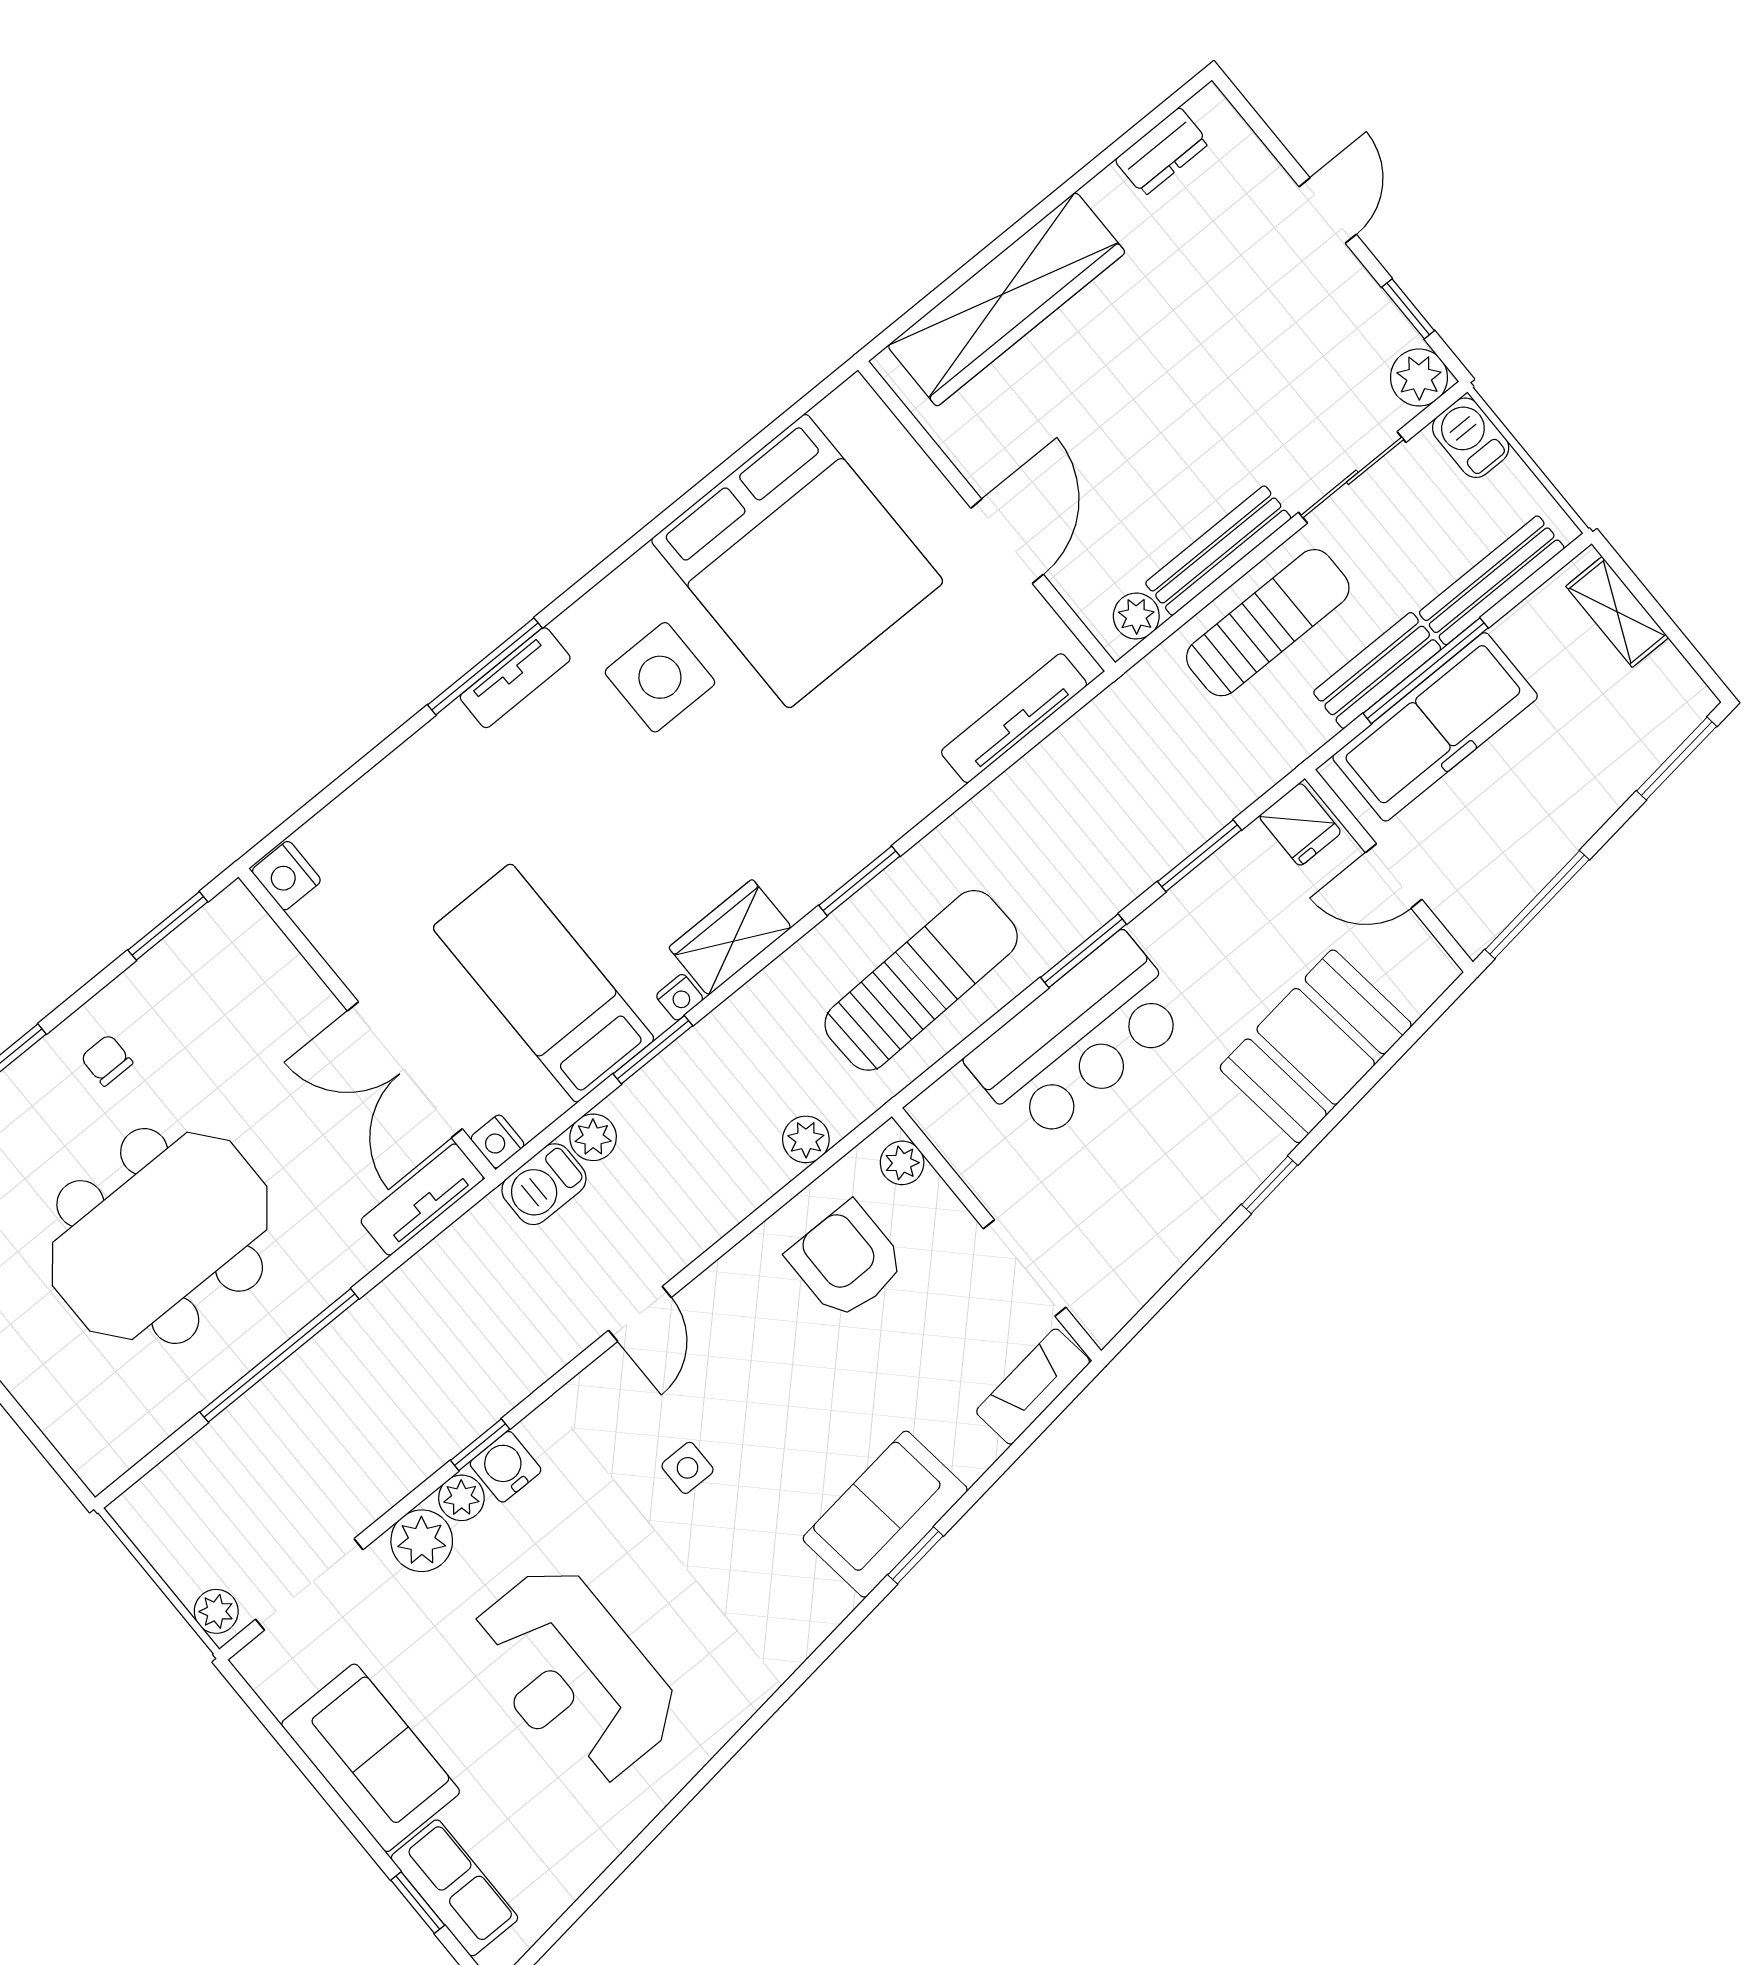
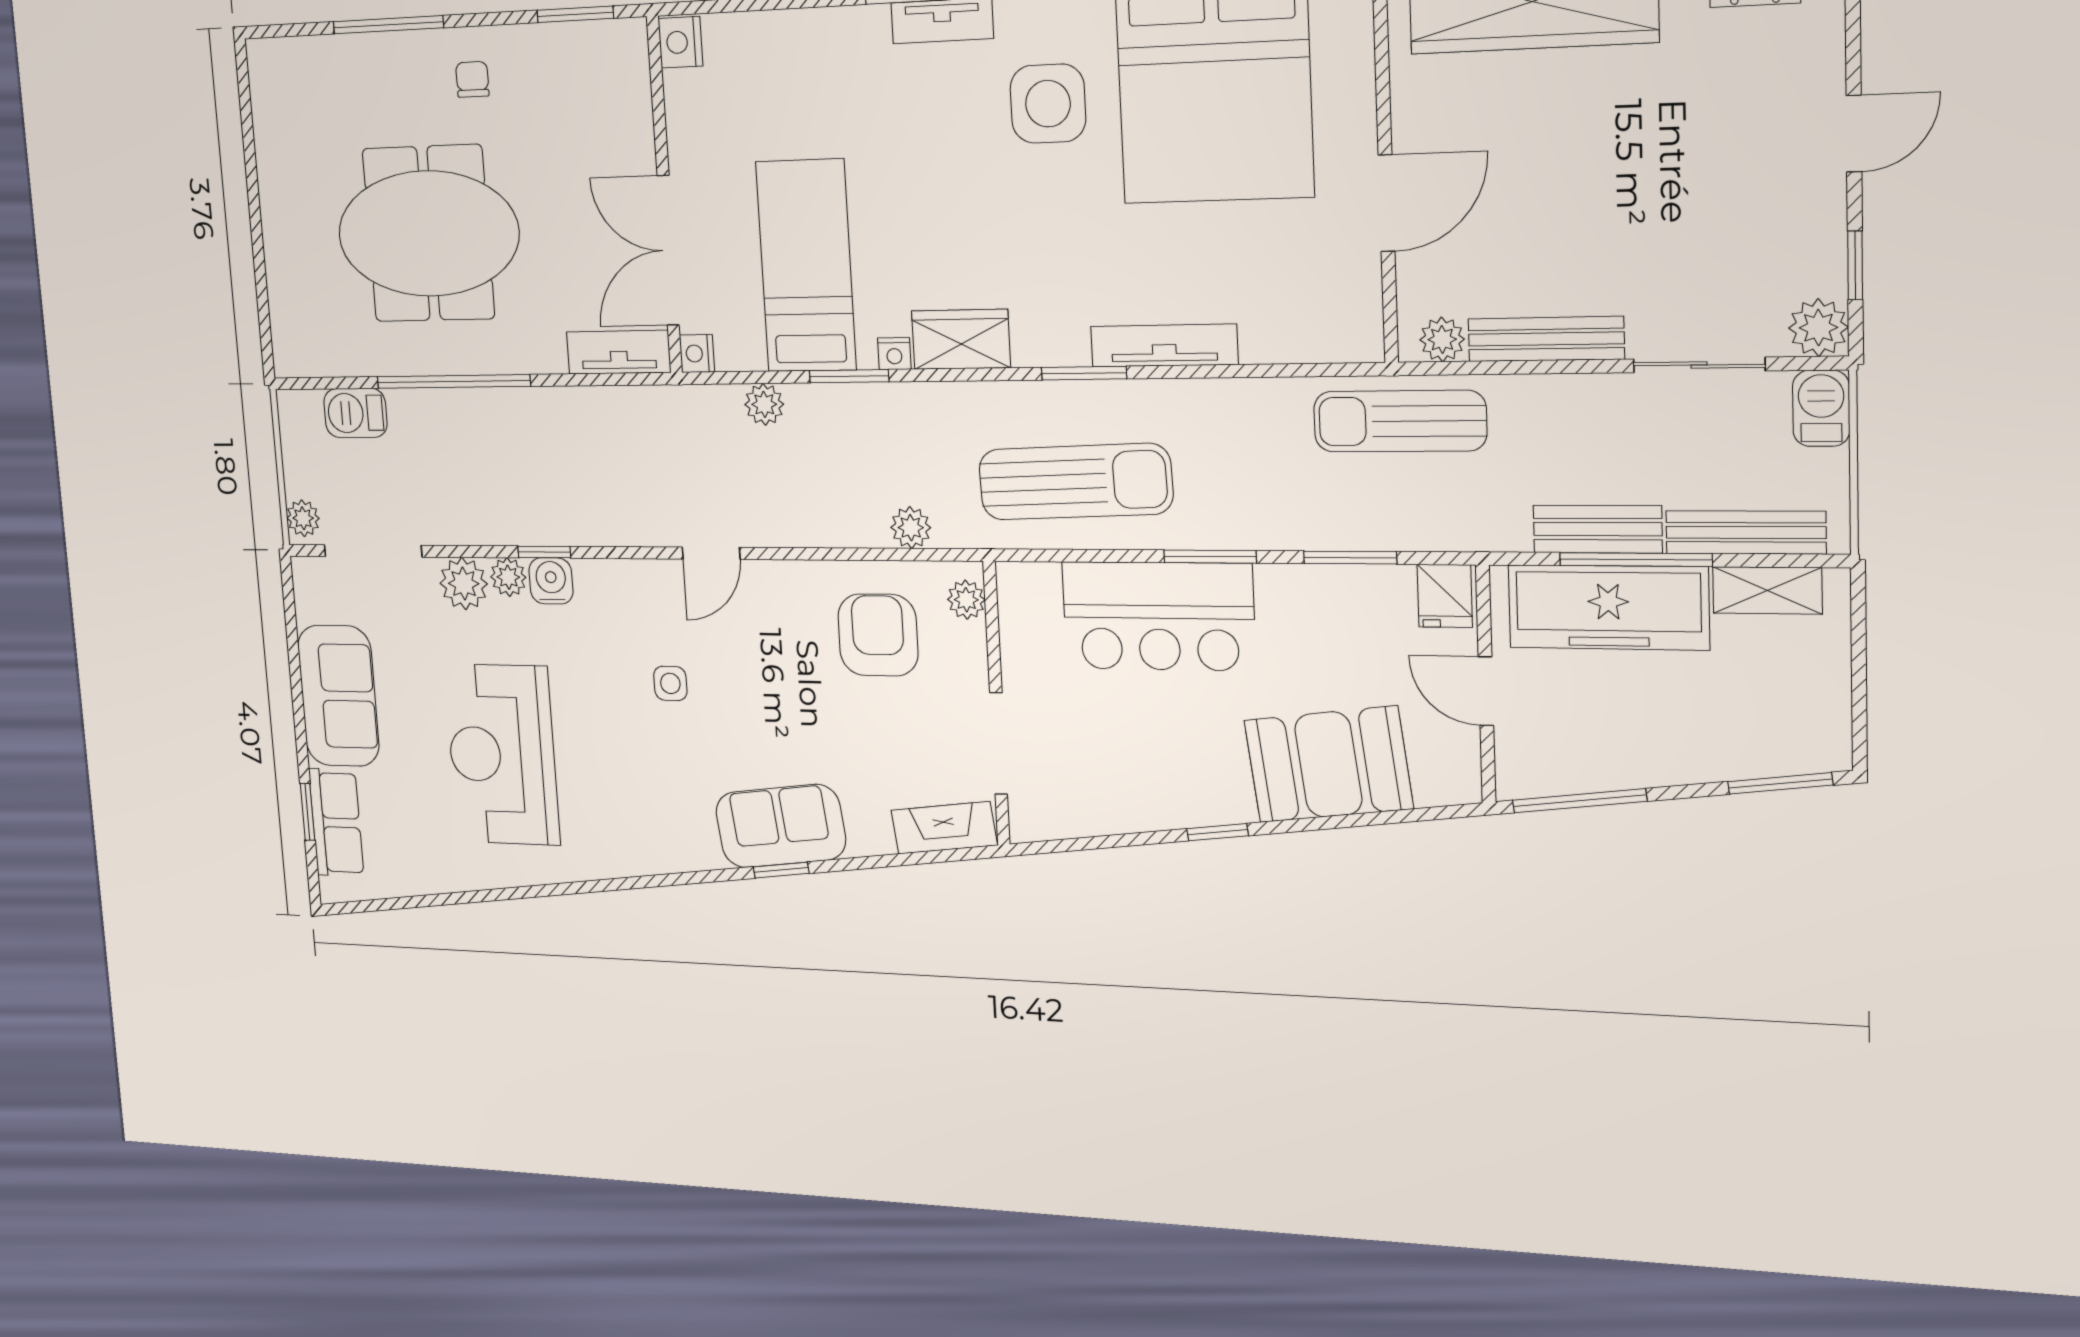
shelving: (1617, 612) -> (1767, 590), moved, turned 90
sun lounger: (1268, 623) -> (1400, 421), moved, turned 180
tv unit: (1014, 718) -> (1164, 345), moved
barbecue: (544, 1184) -> (355, 413), moved

